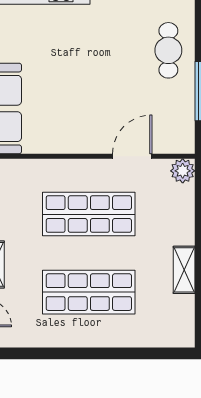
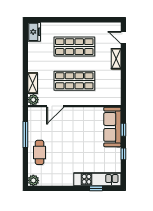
shelving: (184, 270) -> (33, 83), moved
freezer: (181, 326) -> (34, 32), added

